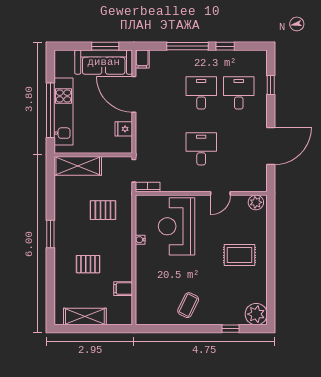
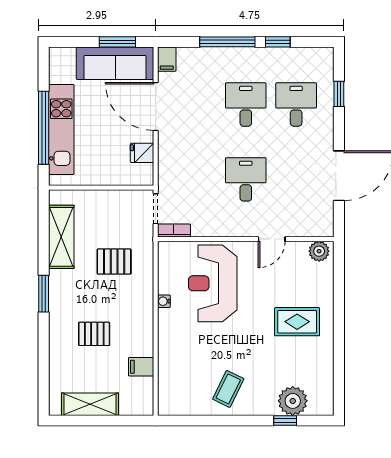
shelving: (78, 166) -> (61, 237), moved, turned 90
plant: (256, 314) -> (293, 401), moved

